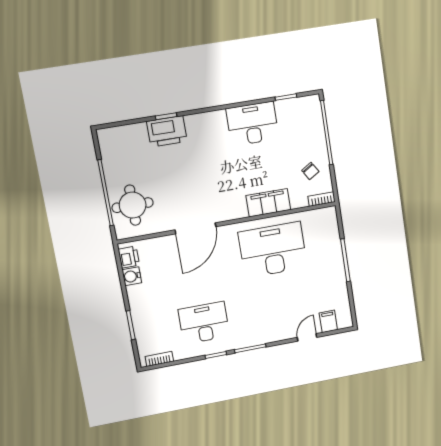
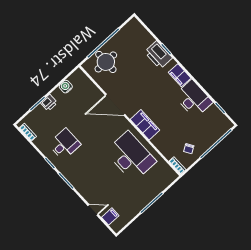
filing cabinet: (211, 121) -> (180, 75), added
filing cabinet: (268, 203) -> (145, 125), moved
printer: (129, 257) -> (49, 103), moved
desk: (204, 323) -> (64, 144), width x0.73

